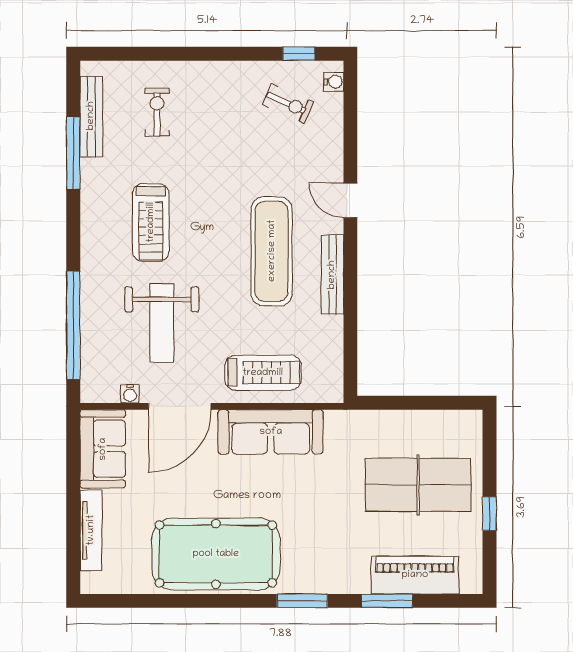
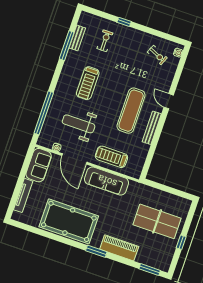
window: (299, 54) -> (124, 22), moved
bench: (91, 116) -> (77, 38), width x0.73
weight bench: (162, 323) -> (79, 124), turned 90
treadmill: (263, 373) -> (111, 157), turned 180
door: (180, 406) -> (74, 159), hinge flipped
piano: (415, 575) -> (119, 248), moved
window: (387, 601) -> (150, 270), moved

